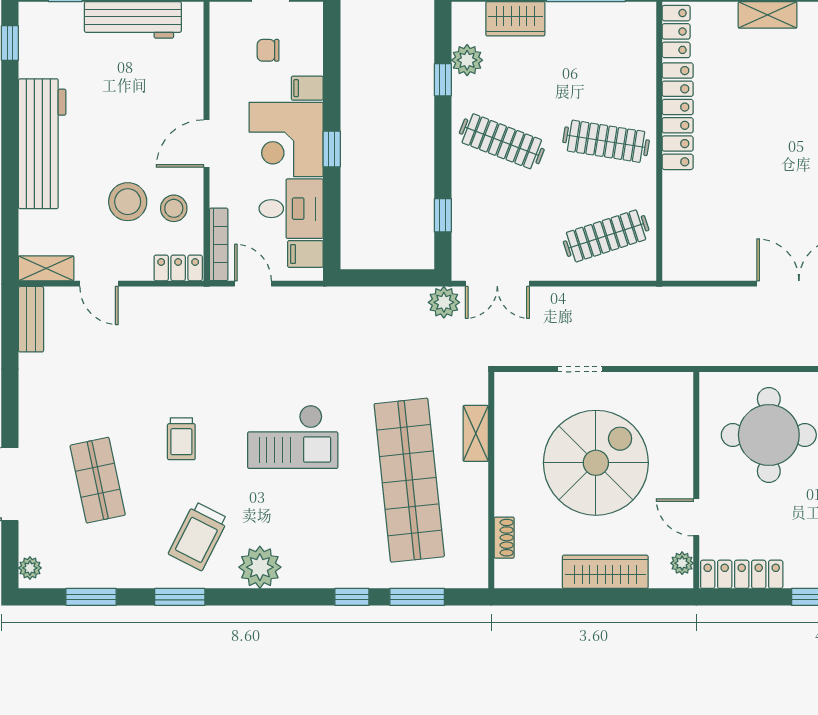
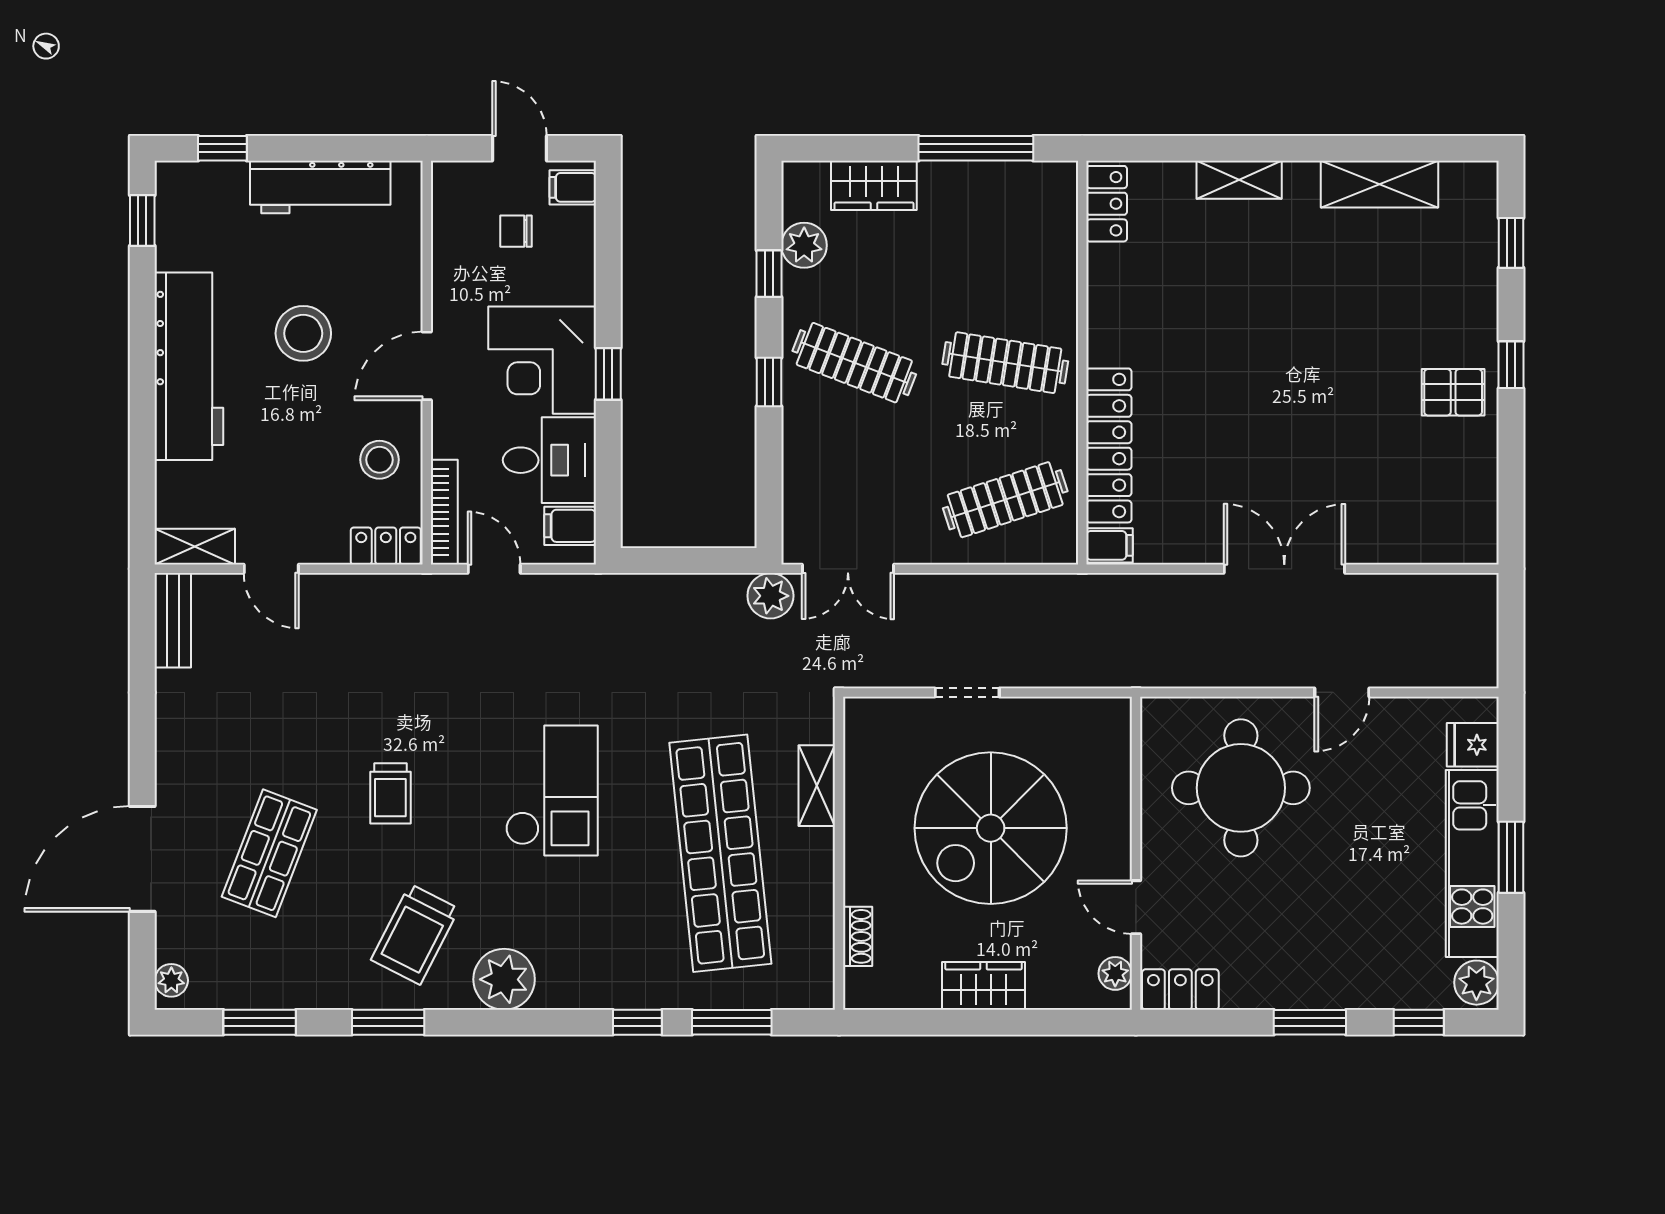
filing cabinet: (307, 88) -> (573, 187), moved
locker: (678, 116) -> (1109, 445), moved
stool: (128, 202) -> (303, 333), moved
window: (443, 215) -> (769, 382), moved
filing cabinet: (678, 267) -> (1109, 545), added
checkout: (293, 437) -> (552, 791), turned -90
spiral stairs: (596, 463) -> (991, 828), turned 180
shop shelf: (98, 480) -> (269, 853), turned 33
wardrobe: (605, 572) -> (983, 986), width x0.67
locker: (742, 574) -> (1180, 990), width x0.66

